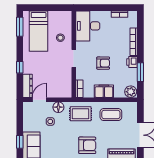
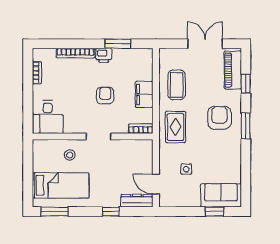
desk: (88, 26) -> (48, 117), width x0.73
plant: (131, 92) -> (145, 57), removed
floor lamp: (58, 107) -> (166, 158), removed

